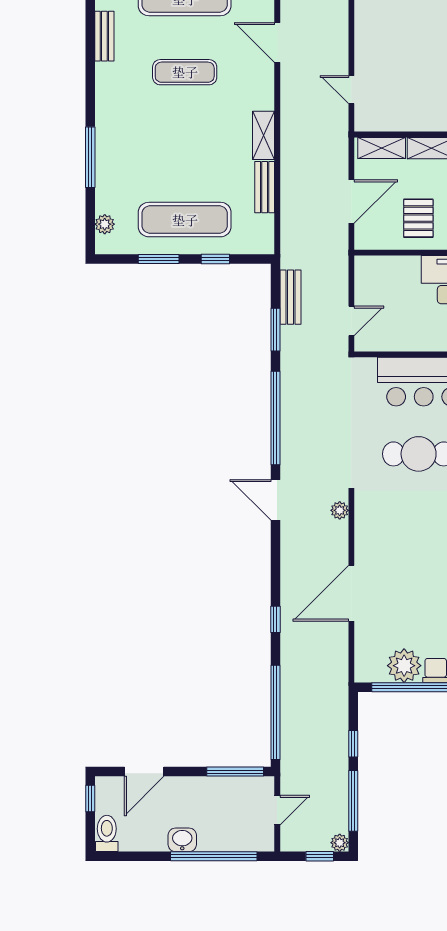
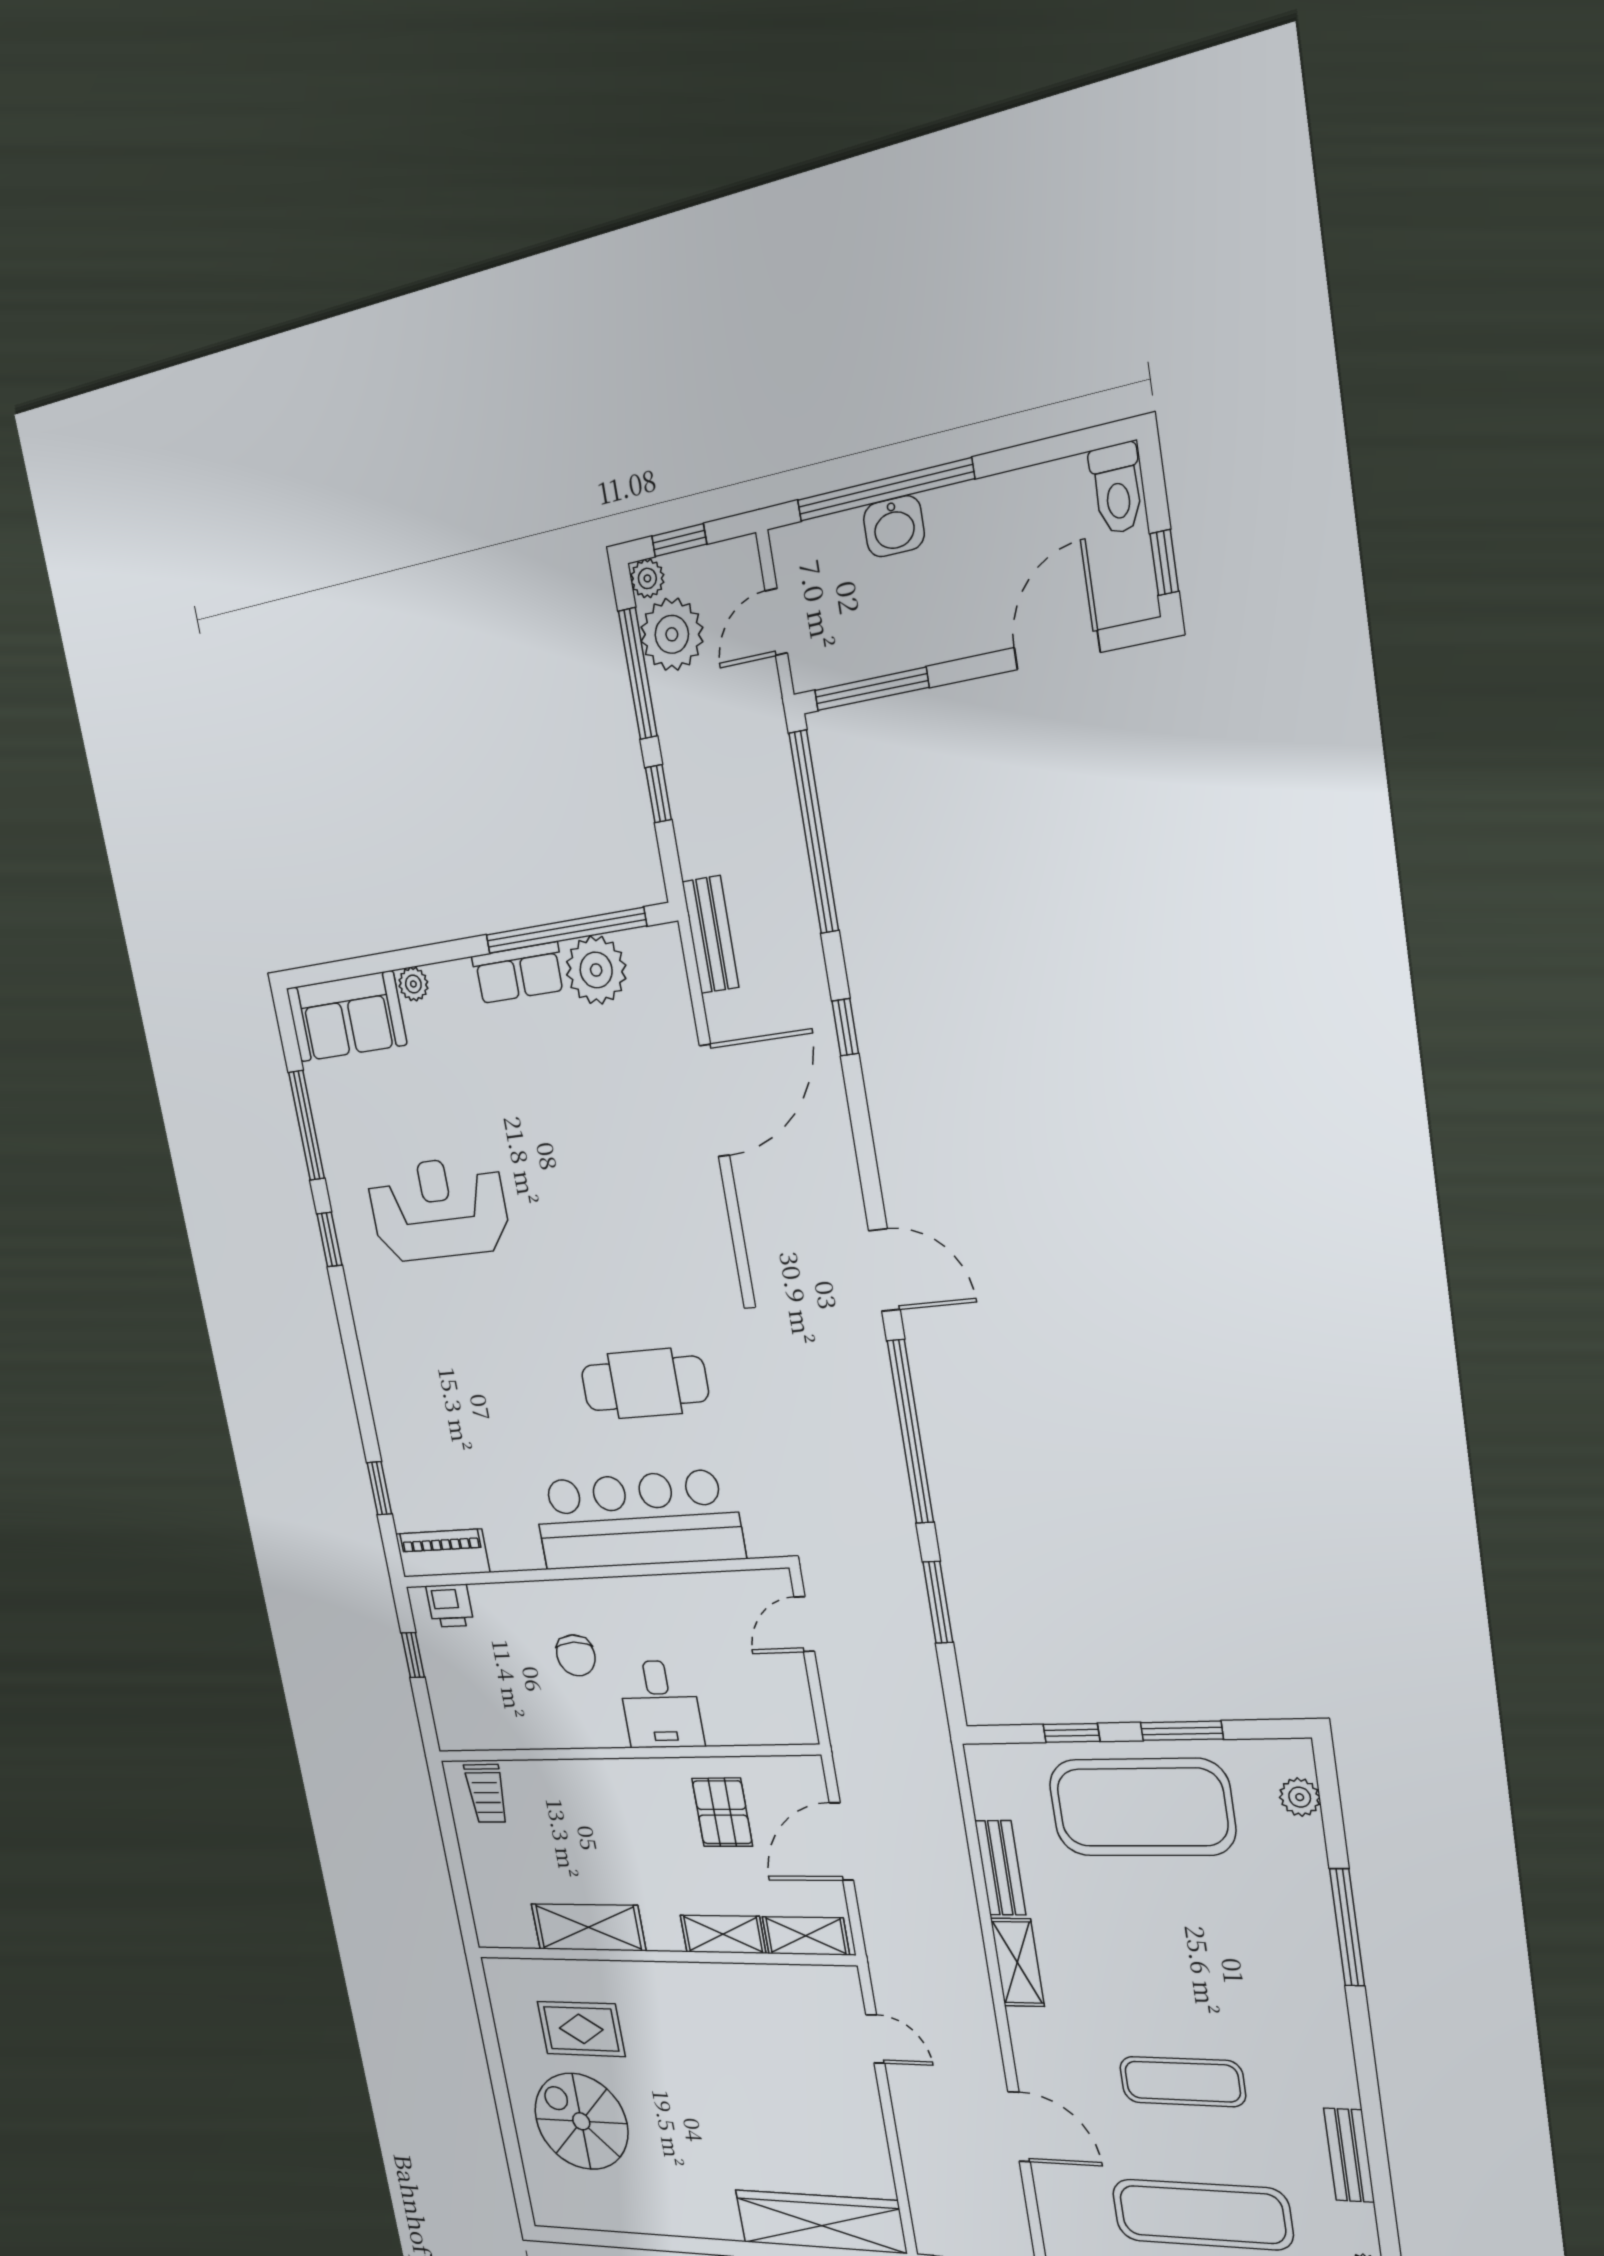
exercise mat: (185, 220) -> (1142, 1807), width x1.47
bench: (290, 297) -> (711, 935), moved
plant: (340, 510) -> (672, 634), moved, width x1.87, depth x1.87
washbasin: (182, 840) -> (894, 526), moved

